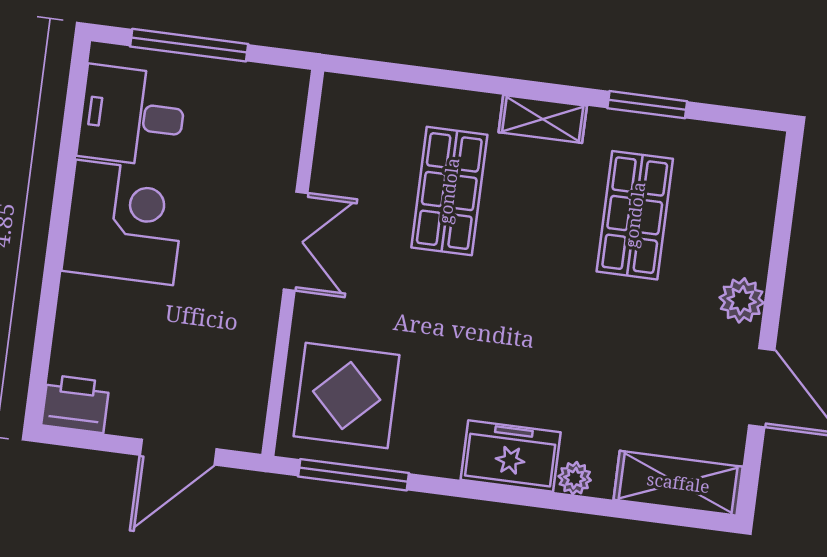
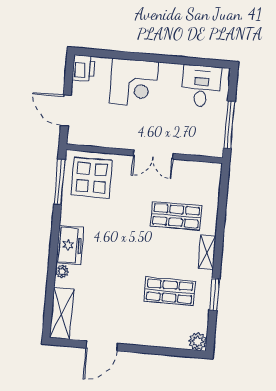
window: (189, 45) -> (229, 125), moved
corner desk: (124, 222) -> (134, 83), moved
plant: (742, 300) -> (198, 341), moved

